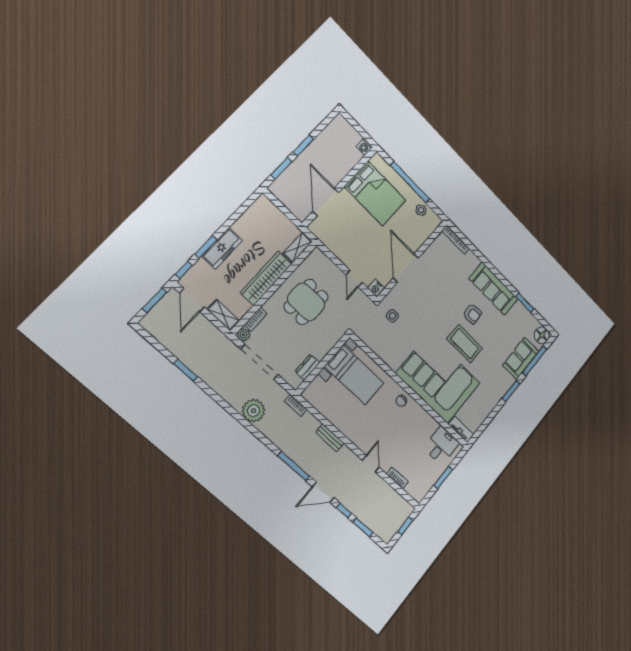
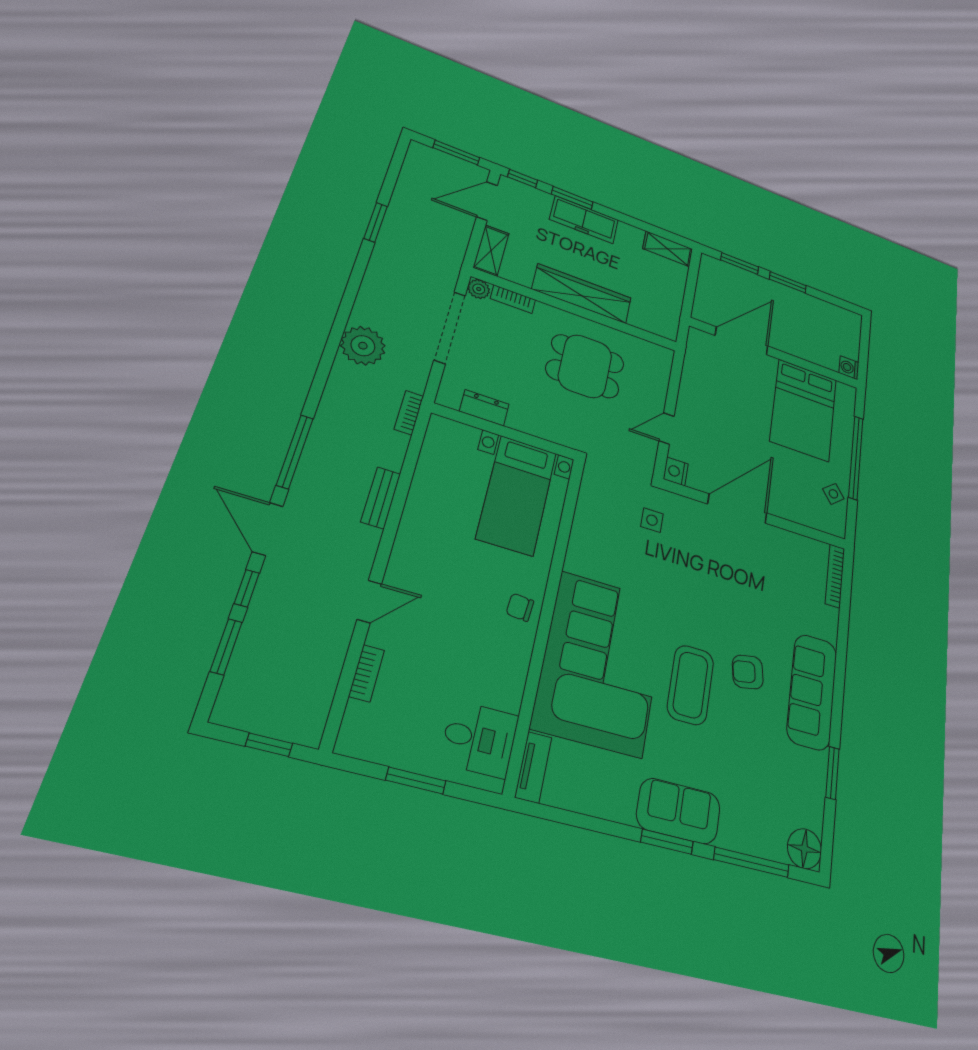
shelving: (298, 248) -> (668, 249), moved
armchair: (472, 314) -> (748, 672), turned 84
sofa: (521, 358) -> (679, 811), moved

